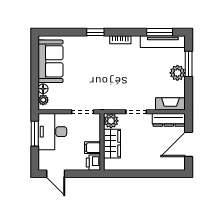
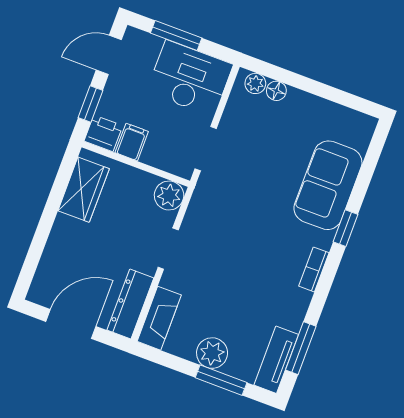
tv unit: (163, 42) -> (276, 360), width x0.71
sofa: (50, 61) -> (328, 185), moved, turned 90
window: (35, 134) -> (176, 36), moved
wardrobe: (112, 144) -> (84, 190), moved, turned -90
door: (189, 144) -> (71, 324), hinge flipped
window: (82, 174) -> (90, 104), added

